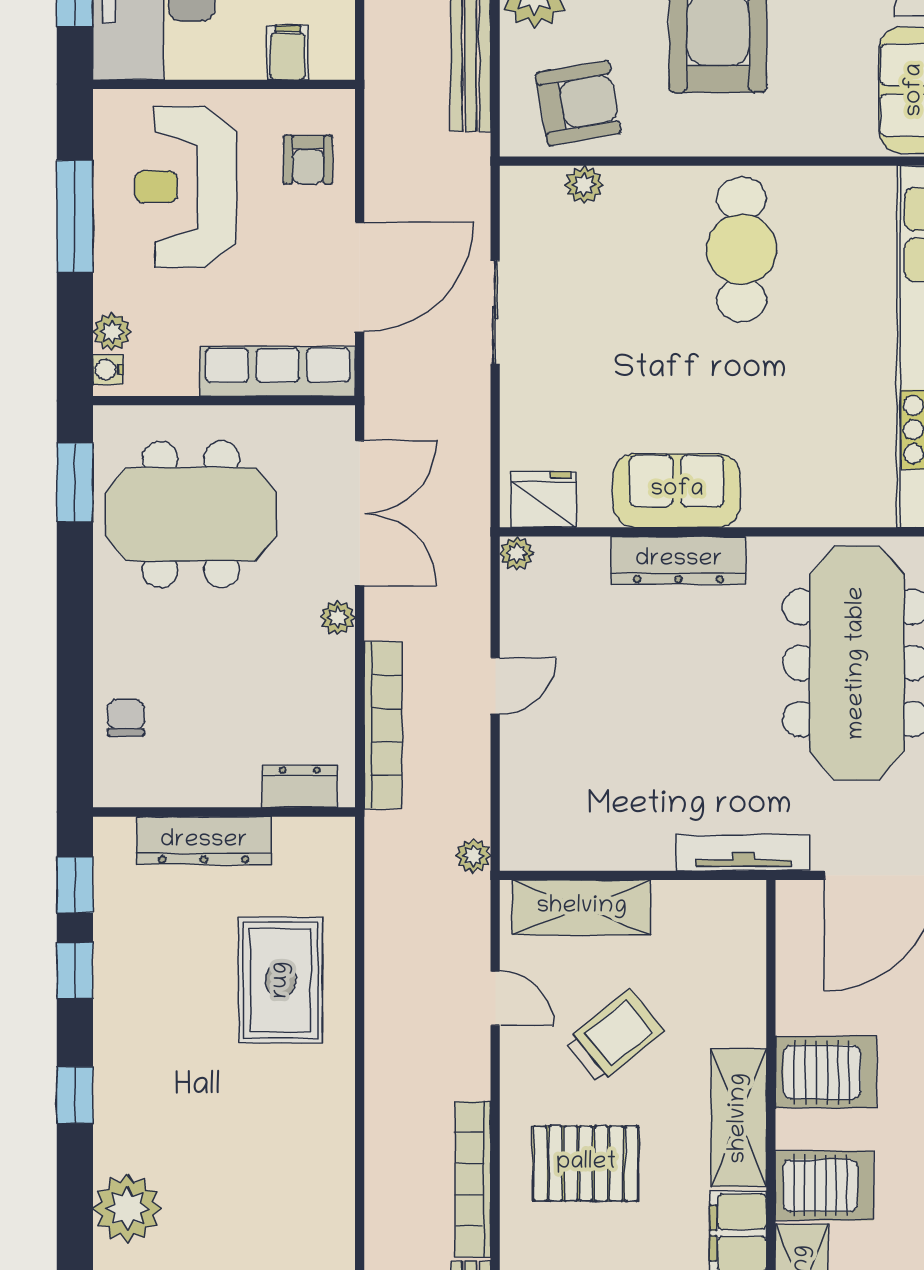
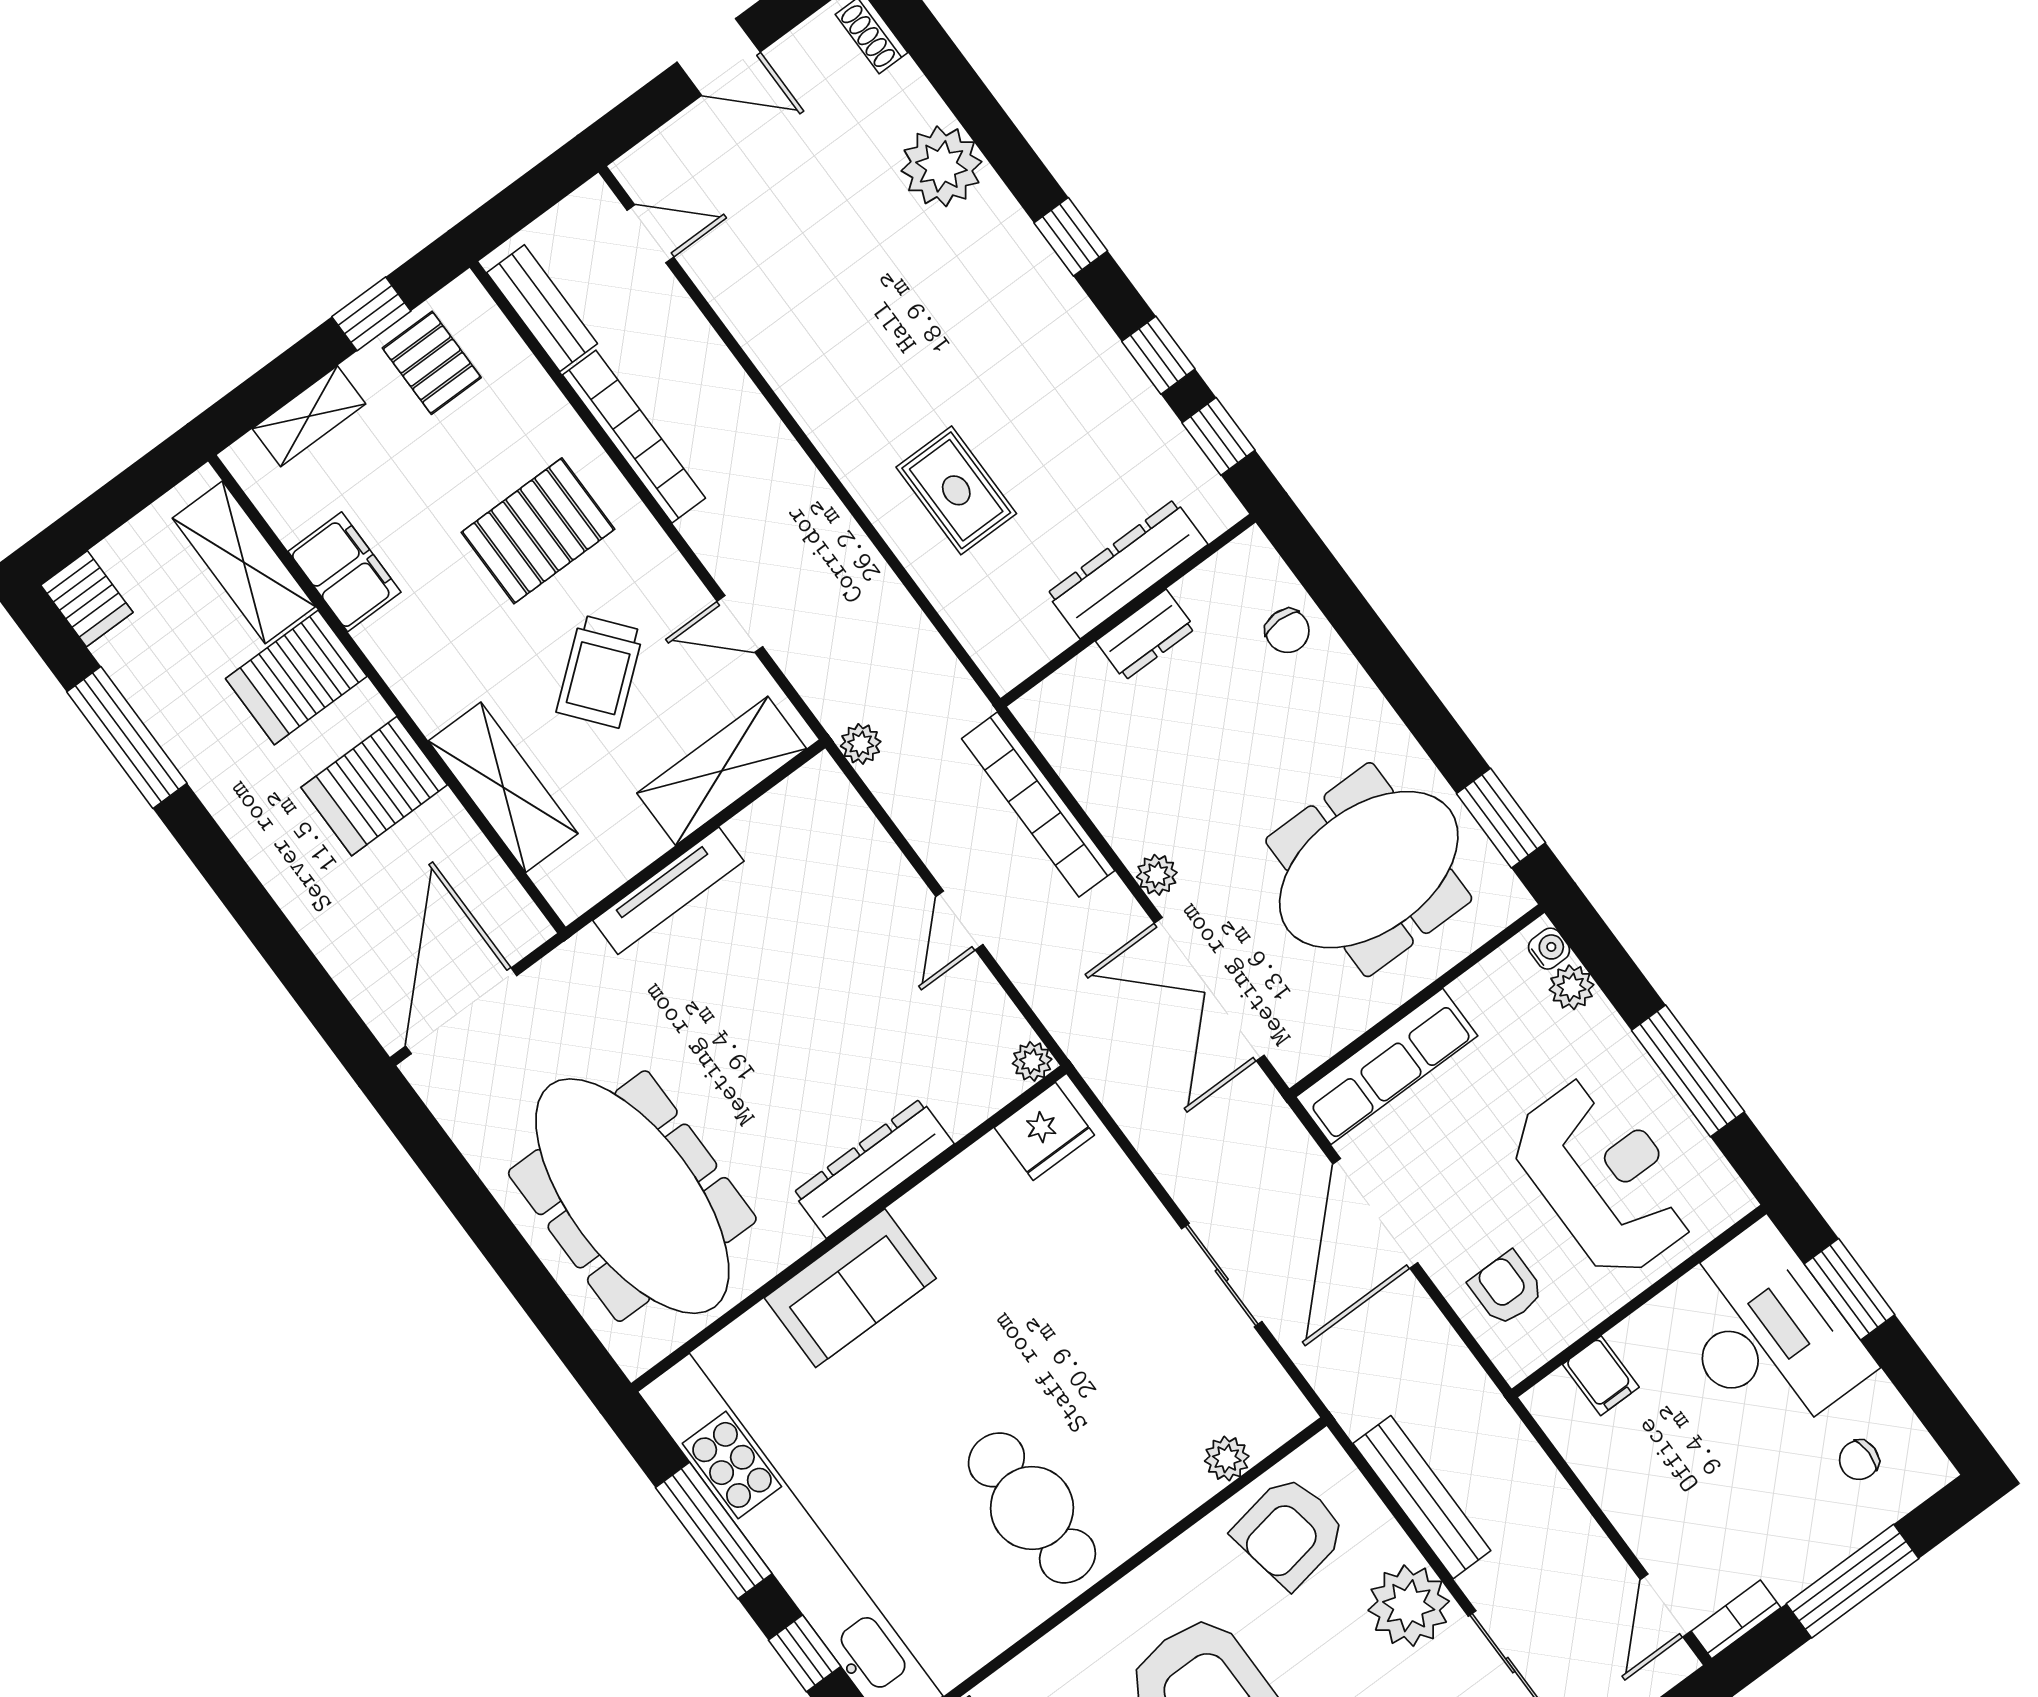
sofa: (677, 490) -> (850, 1288), moved
dresser: (300, 786) -> (1145, 635), moved
tv unit: (743, 853) -> (668, 891), moved
rug: (281, 980) -> (956, 490), width x0.73, depth x0.70
shelving: (739, 1118) -> (503, 787), moved

